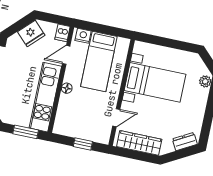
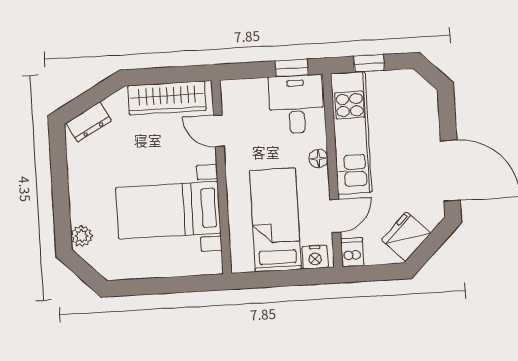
door: (116, 118) -> (219, 131), hinge flipped
desk: (71, 121) -> (296, 104), added
window: (26, 132) -> (369, 63), width x0.67
window: (83, 144) -> (292, 68), moved

